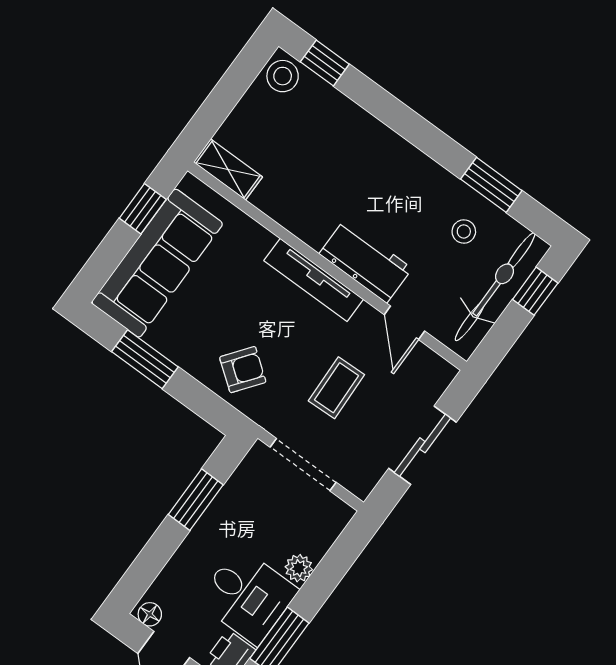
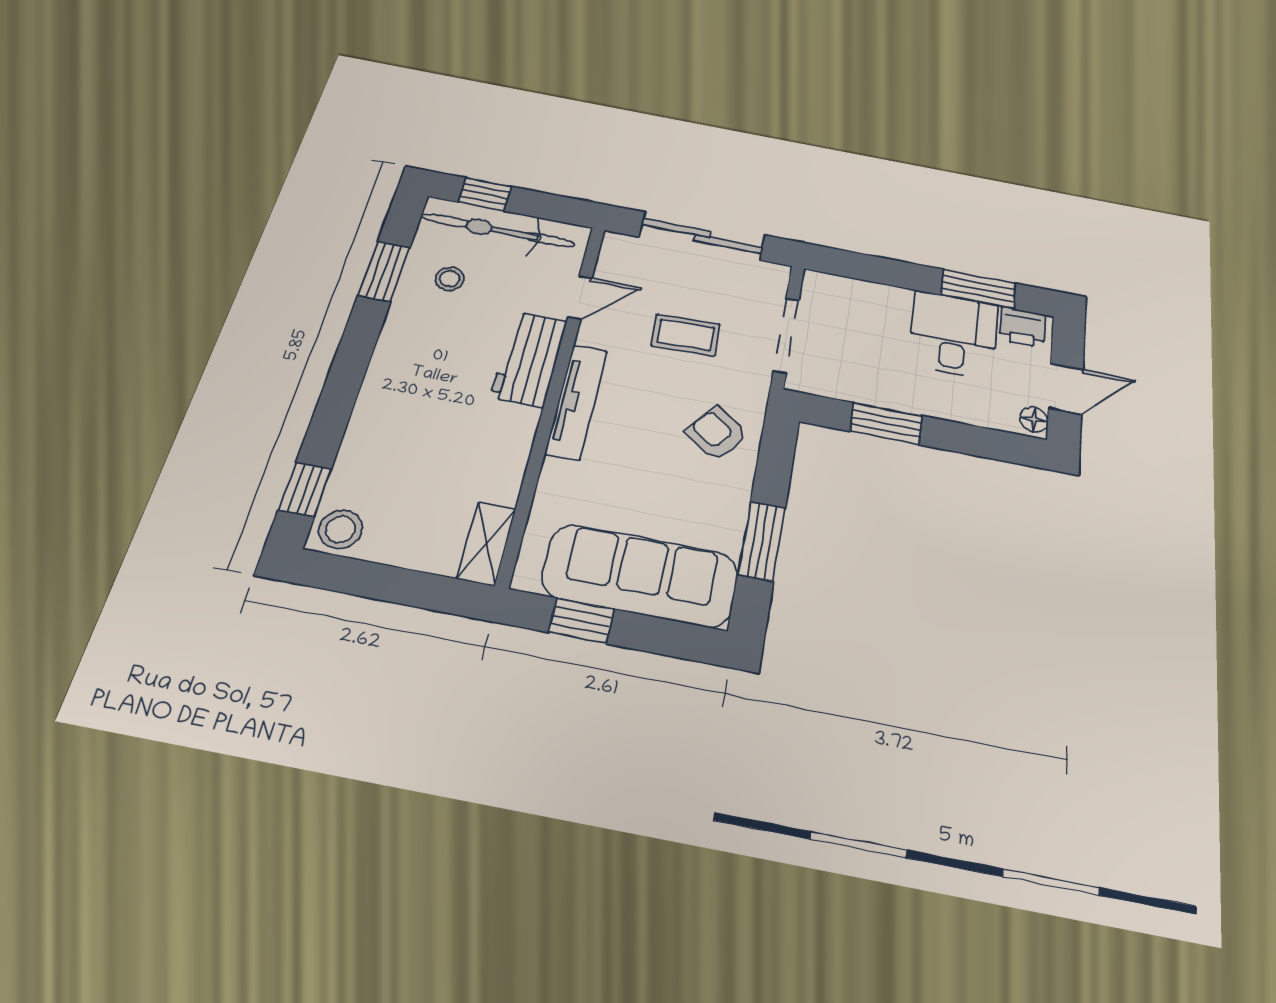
sliding door: (422, 445) -> (702, 236), width x1.37
plant: (299, 568) -> (895, 299), removed

